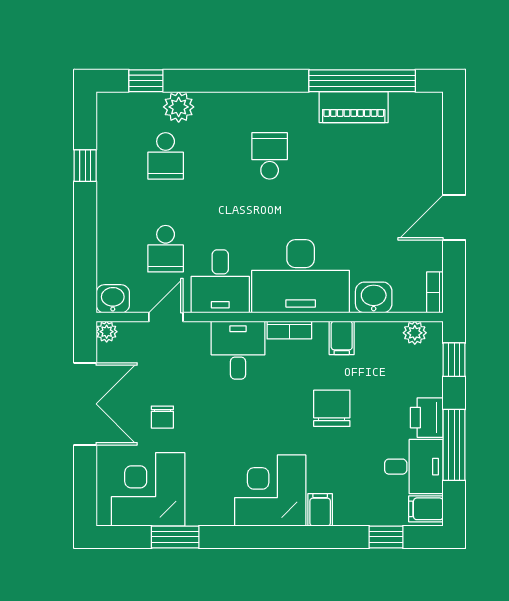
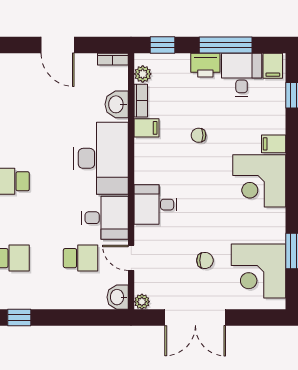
bookcase: (289, 330) -> (141, 101), moved
double door: (85, 404) -> (195, 318), swing flipped
chair: (332, 408) -> (199, 135), width x0.54, depth x0.54

